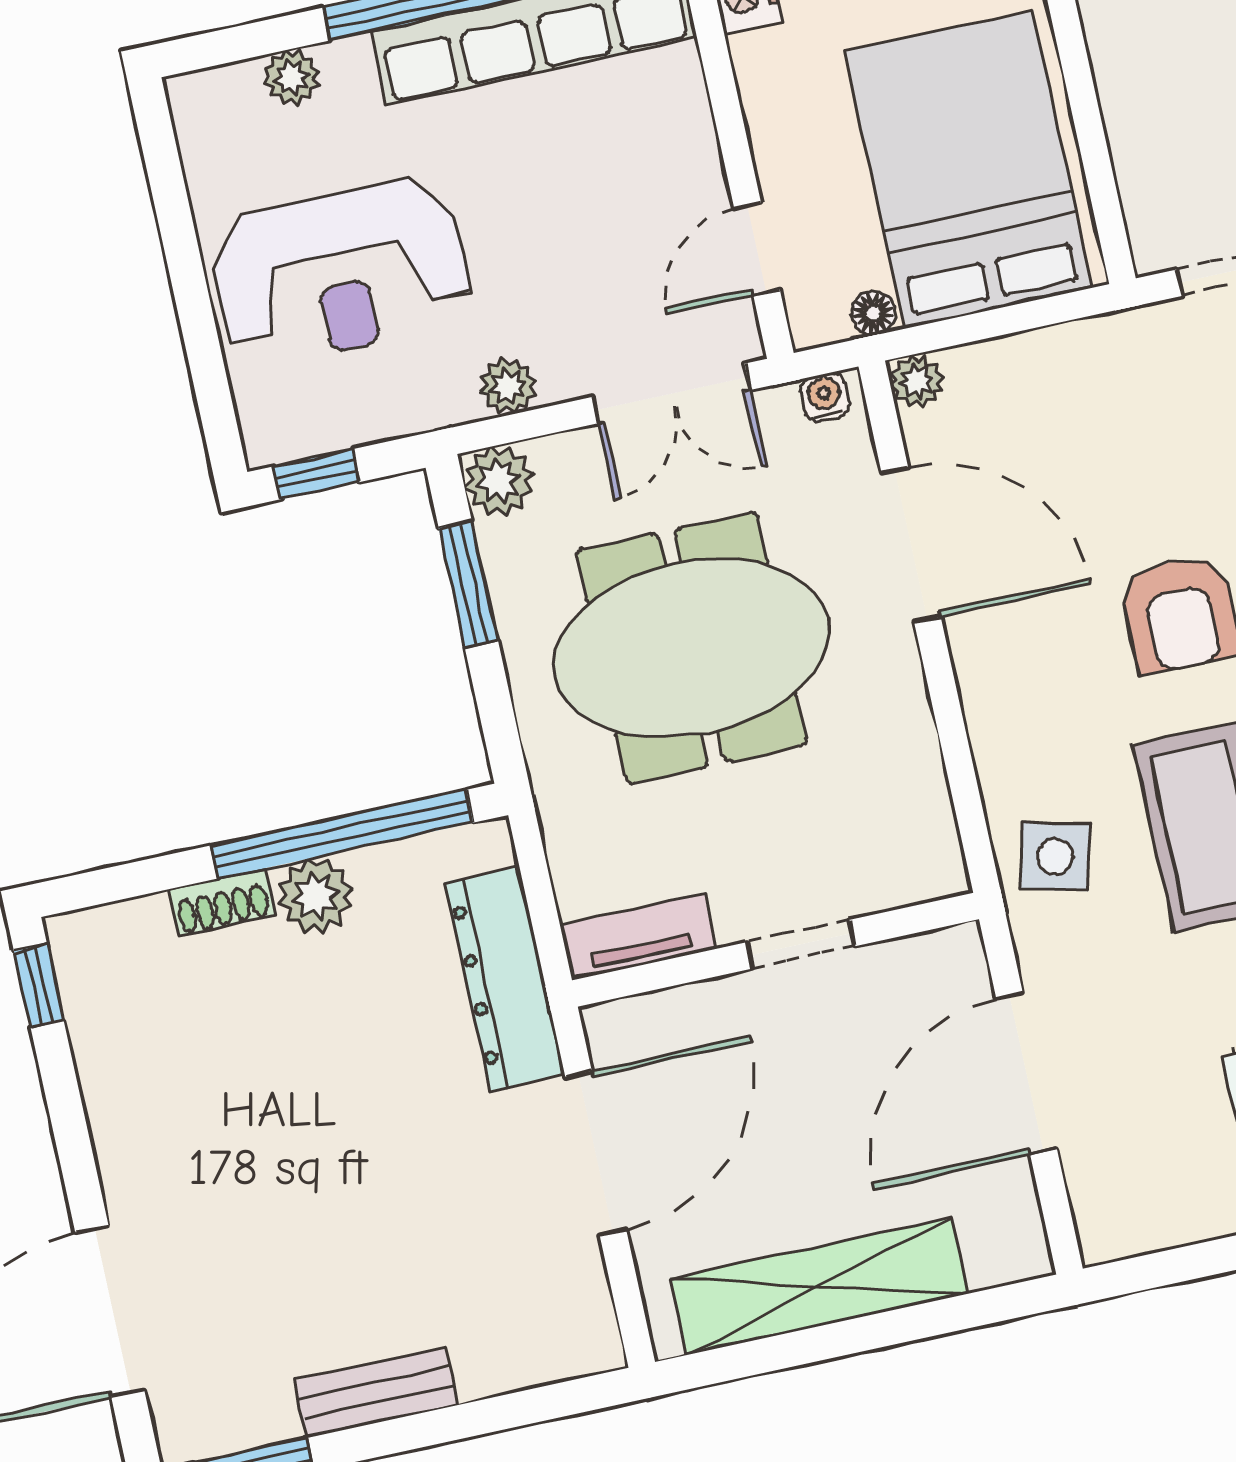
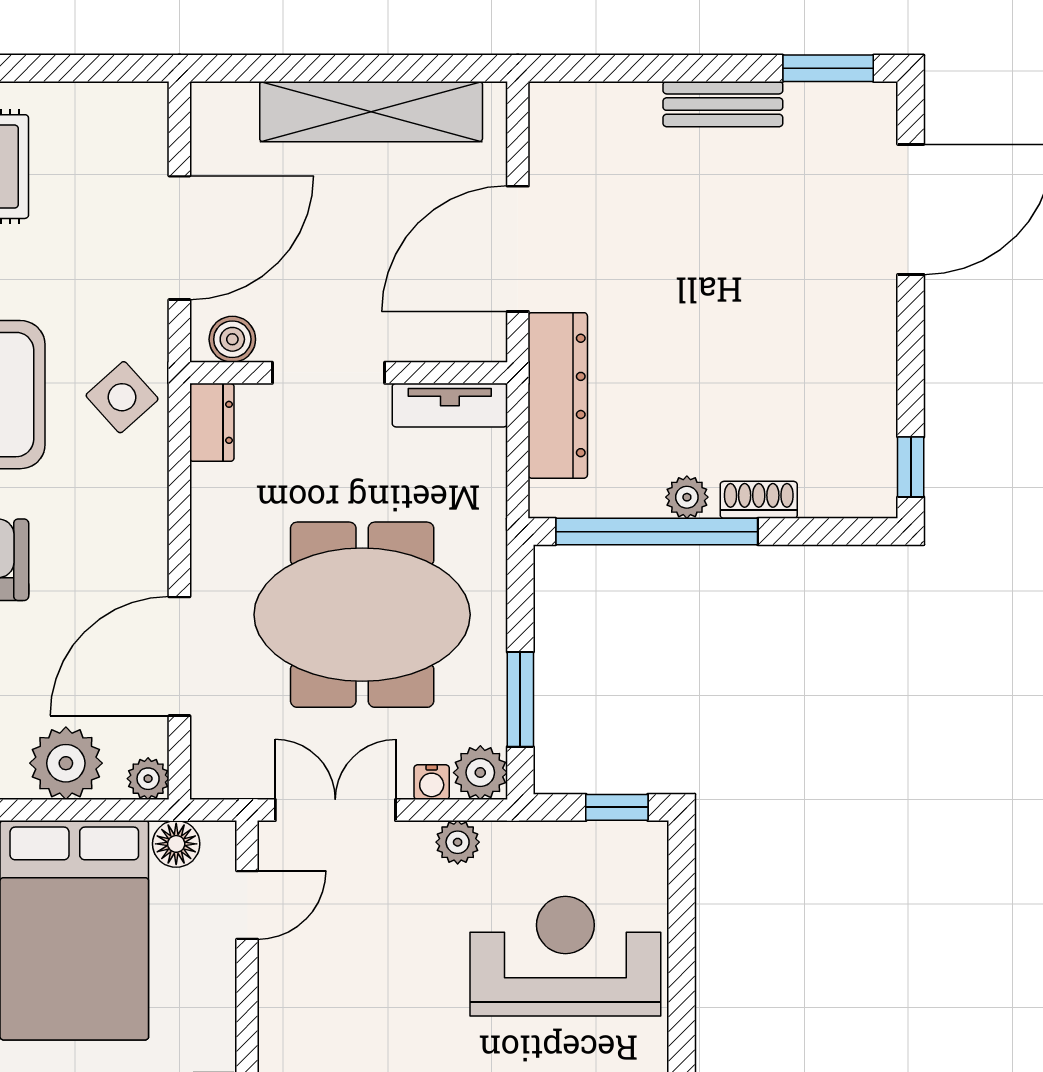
floor lamp: (873, 313) -> (176, 844), width x1.37, depth x1.37
plant: (1025, 378) -> (66, 763), added
water cooler: (825, 397) -> (432, 782), moved
door: (911, 545) -> (179, 656), hinge flipped
dresser: (935, 849) -> (212, 422), added
side table: (1055, 856) -> (122, 397), turned 34
plant: (316, 896) -> (687, 497), width x0.73, depth x0.73
doorway: (801, 944) -> (328, 373), width x1.38
boiler: (932, 960) -> (232, 339), added

